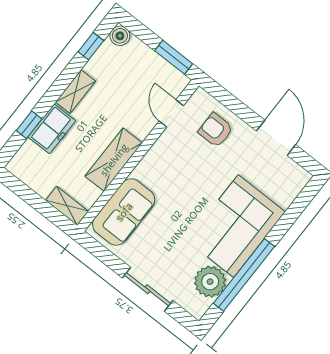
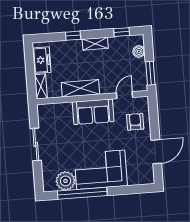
boiler: (120, 36) -> (139, 51), moved
window: (29, 125) -> (73, 36), moved
freezer: (52, 129) -> (42, 60), moved, turned -90
sofa: (124, 212) -> (93, 112), moved
sliding door: (148, 289) -> (36, 144), moved

